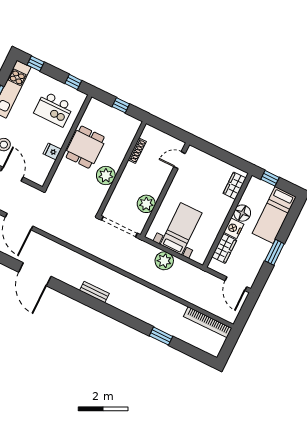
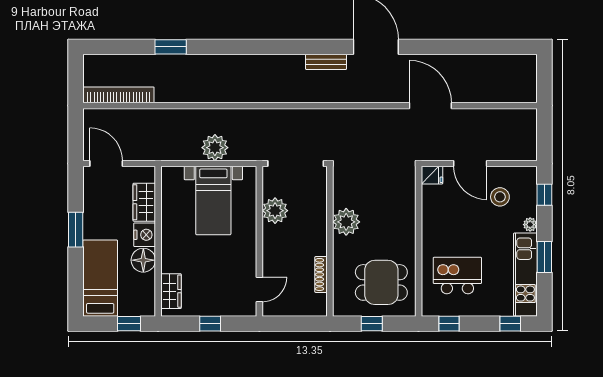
dining table: (85, 147) -> (381, 282), moved, turned 90
fridge: (52, 151) -> (432, 175), moved
window: (220, 154) -> (210, 324), added
bench: (94, 292) -> (326, 62), moved

